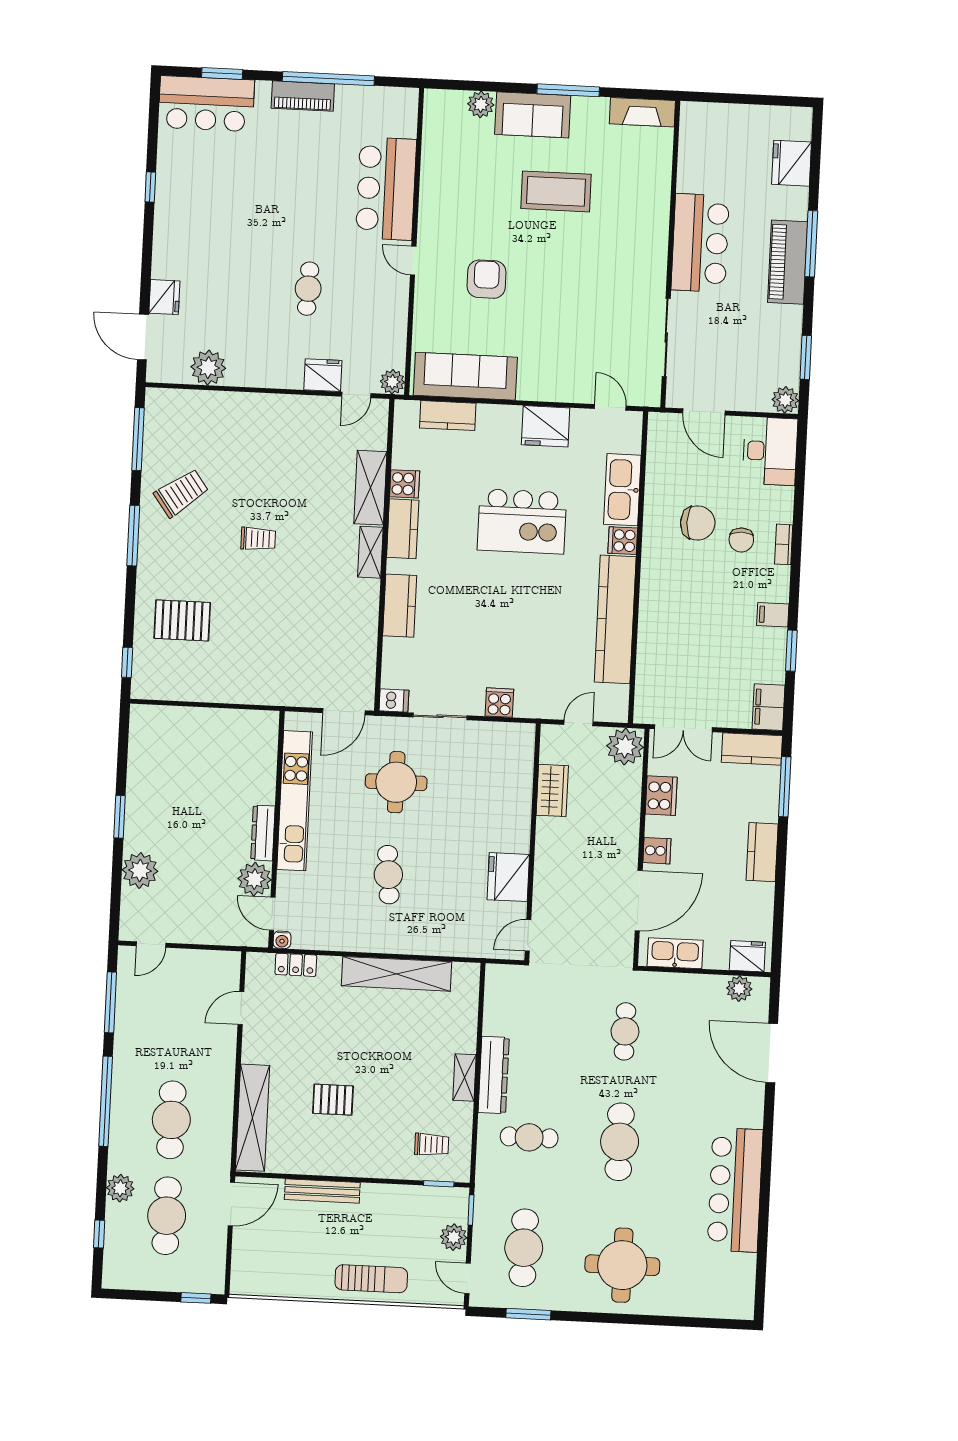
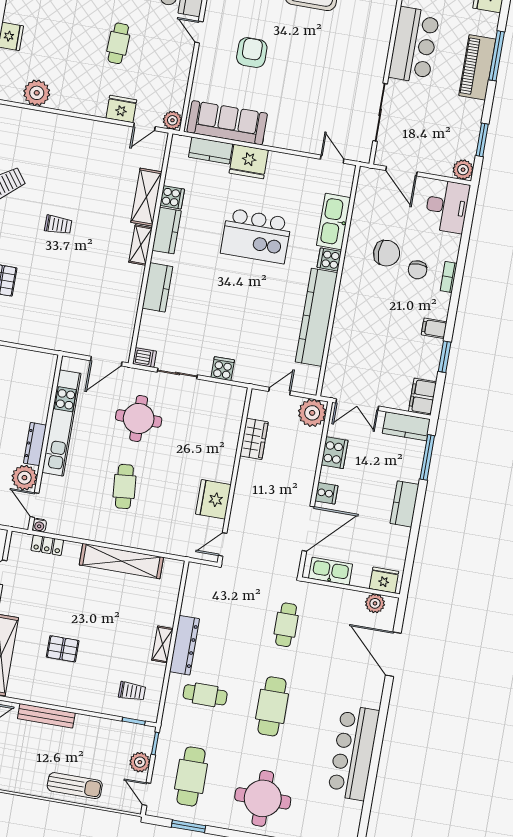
fridge: (546, 426) -> (249, 162), moved

